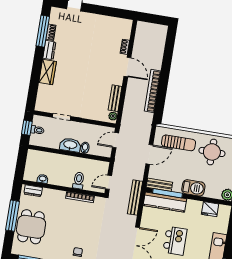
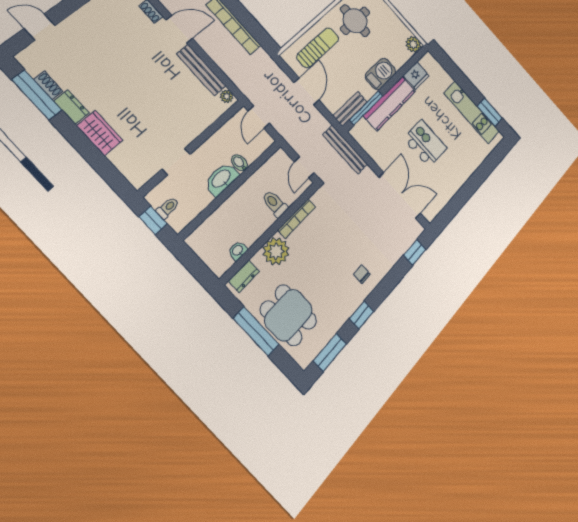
bench: (115, 98) -> (201, 70), width x1.36
plant: (56, 198) -> (276, 251), added
kitchen counter: (165, 202) -> (390, 103), moved

